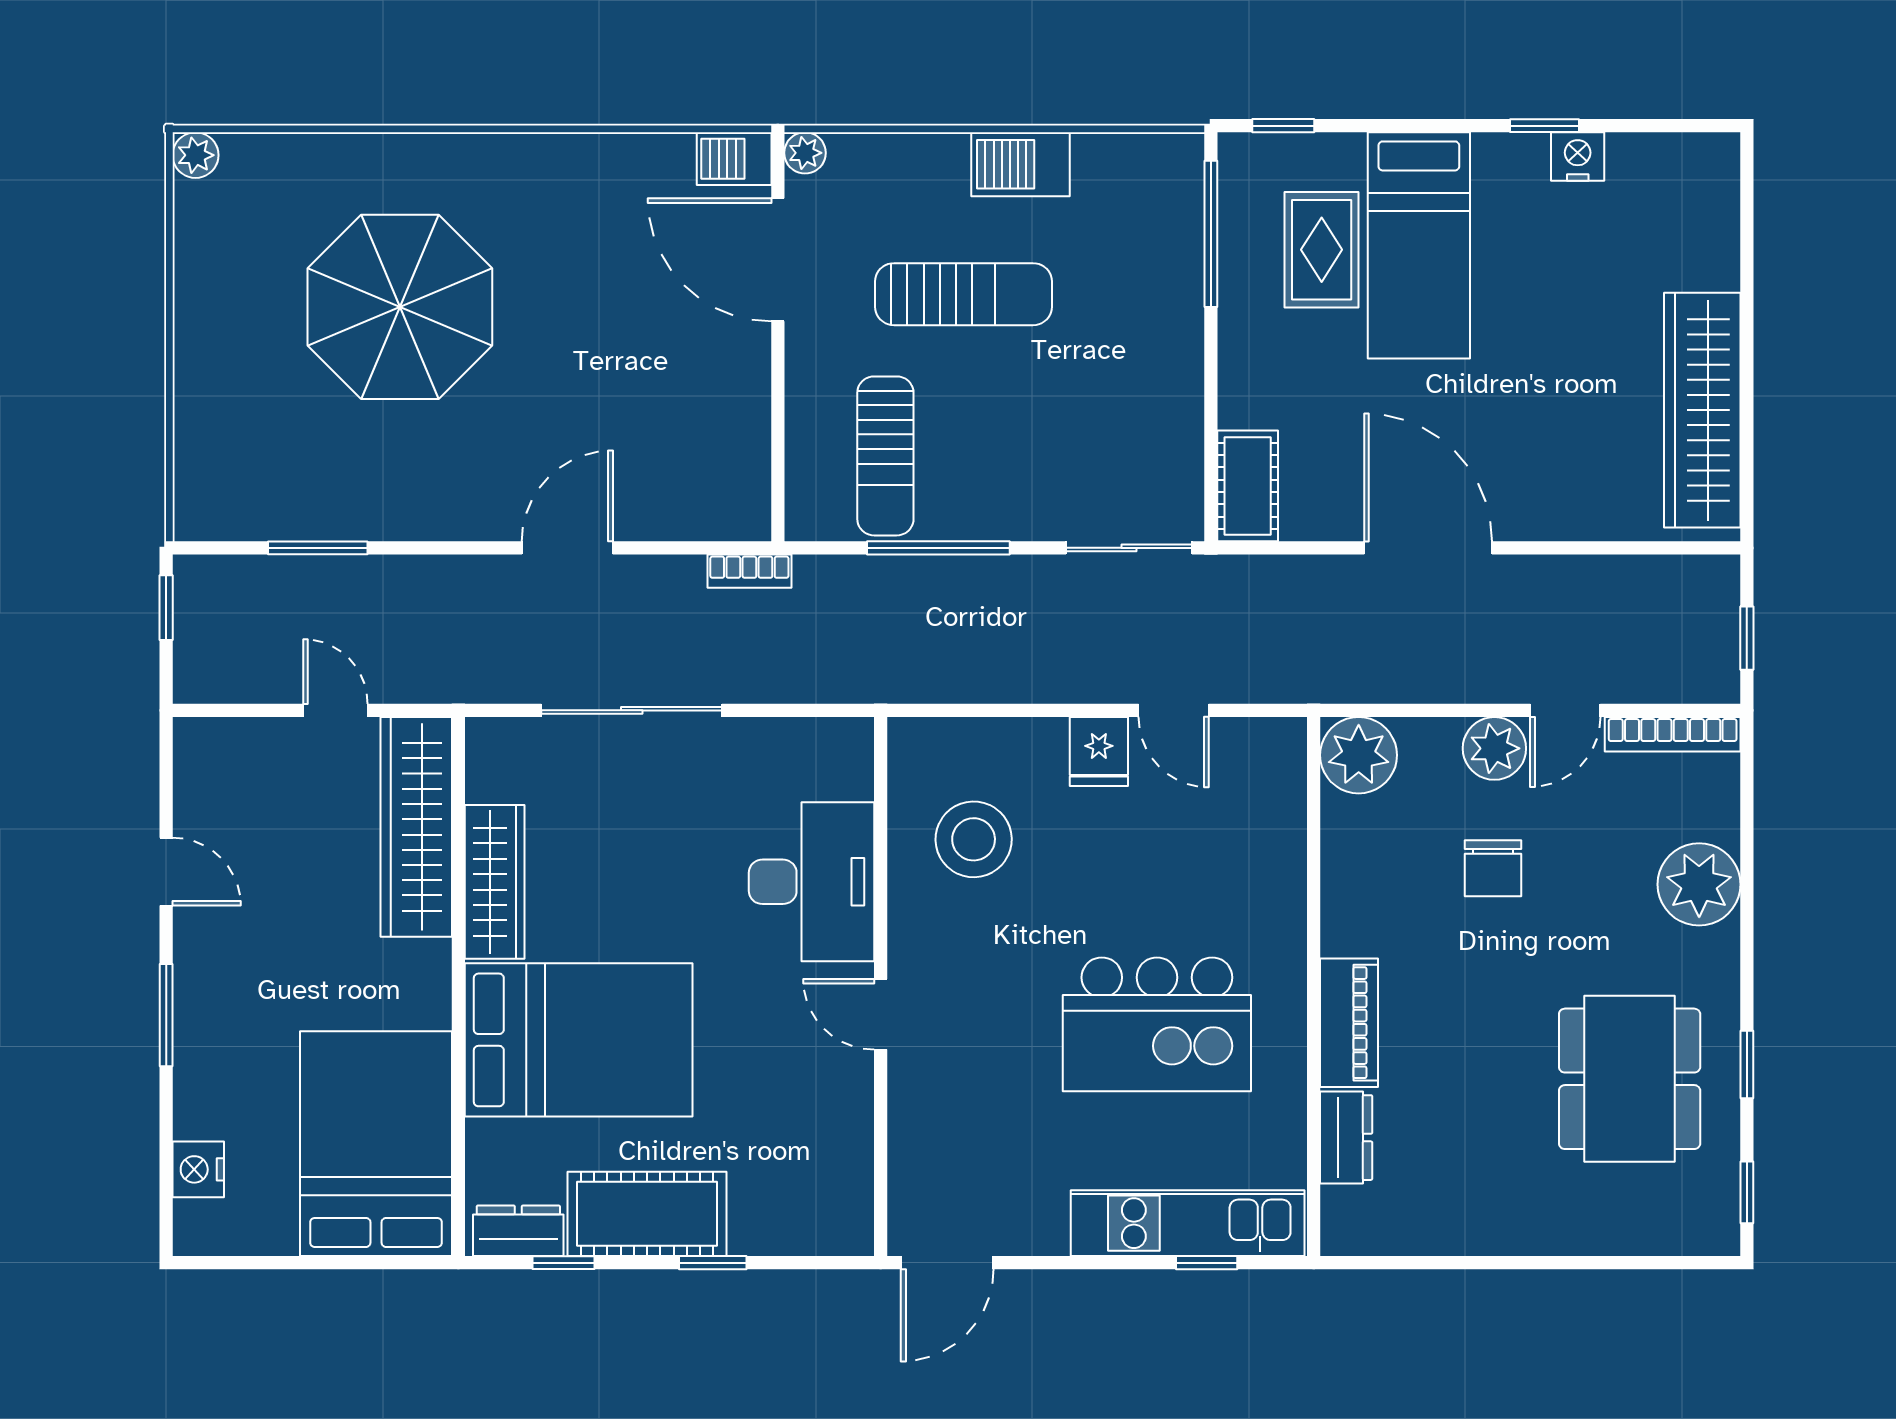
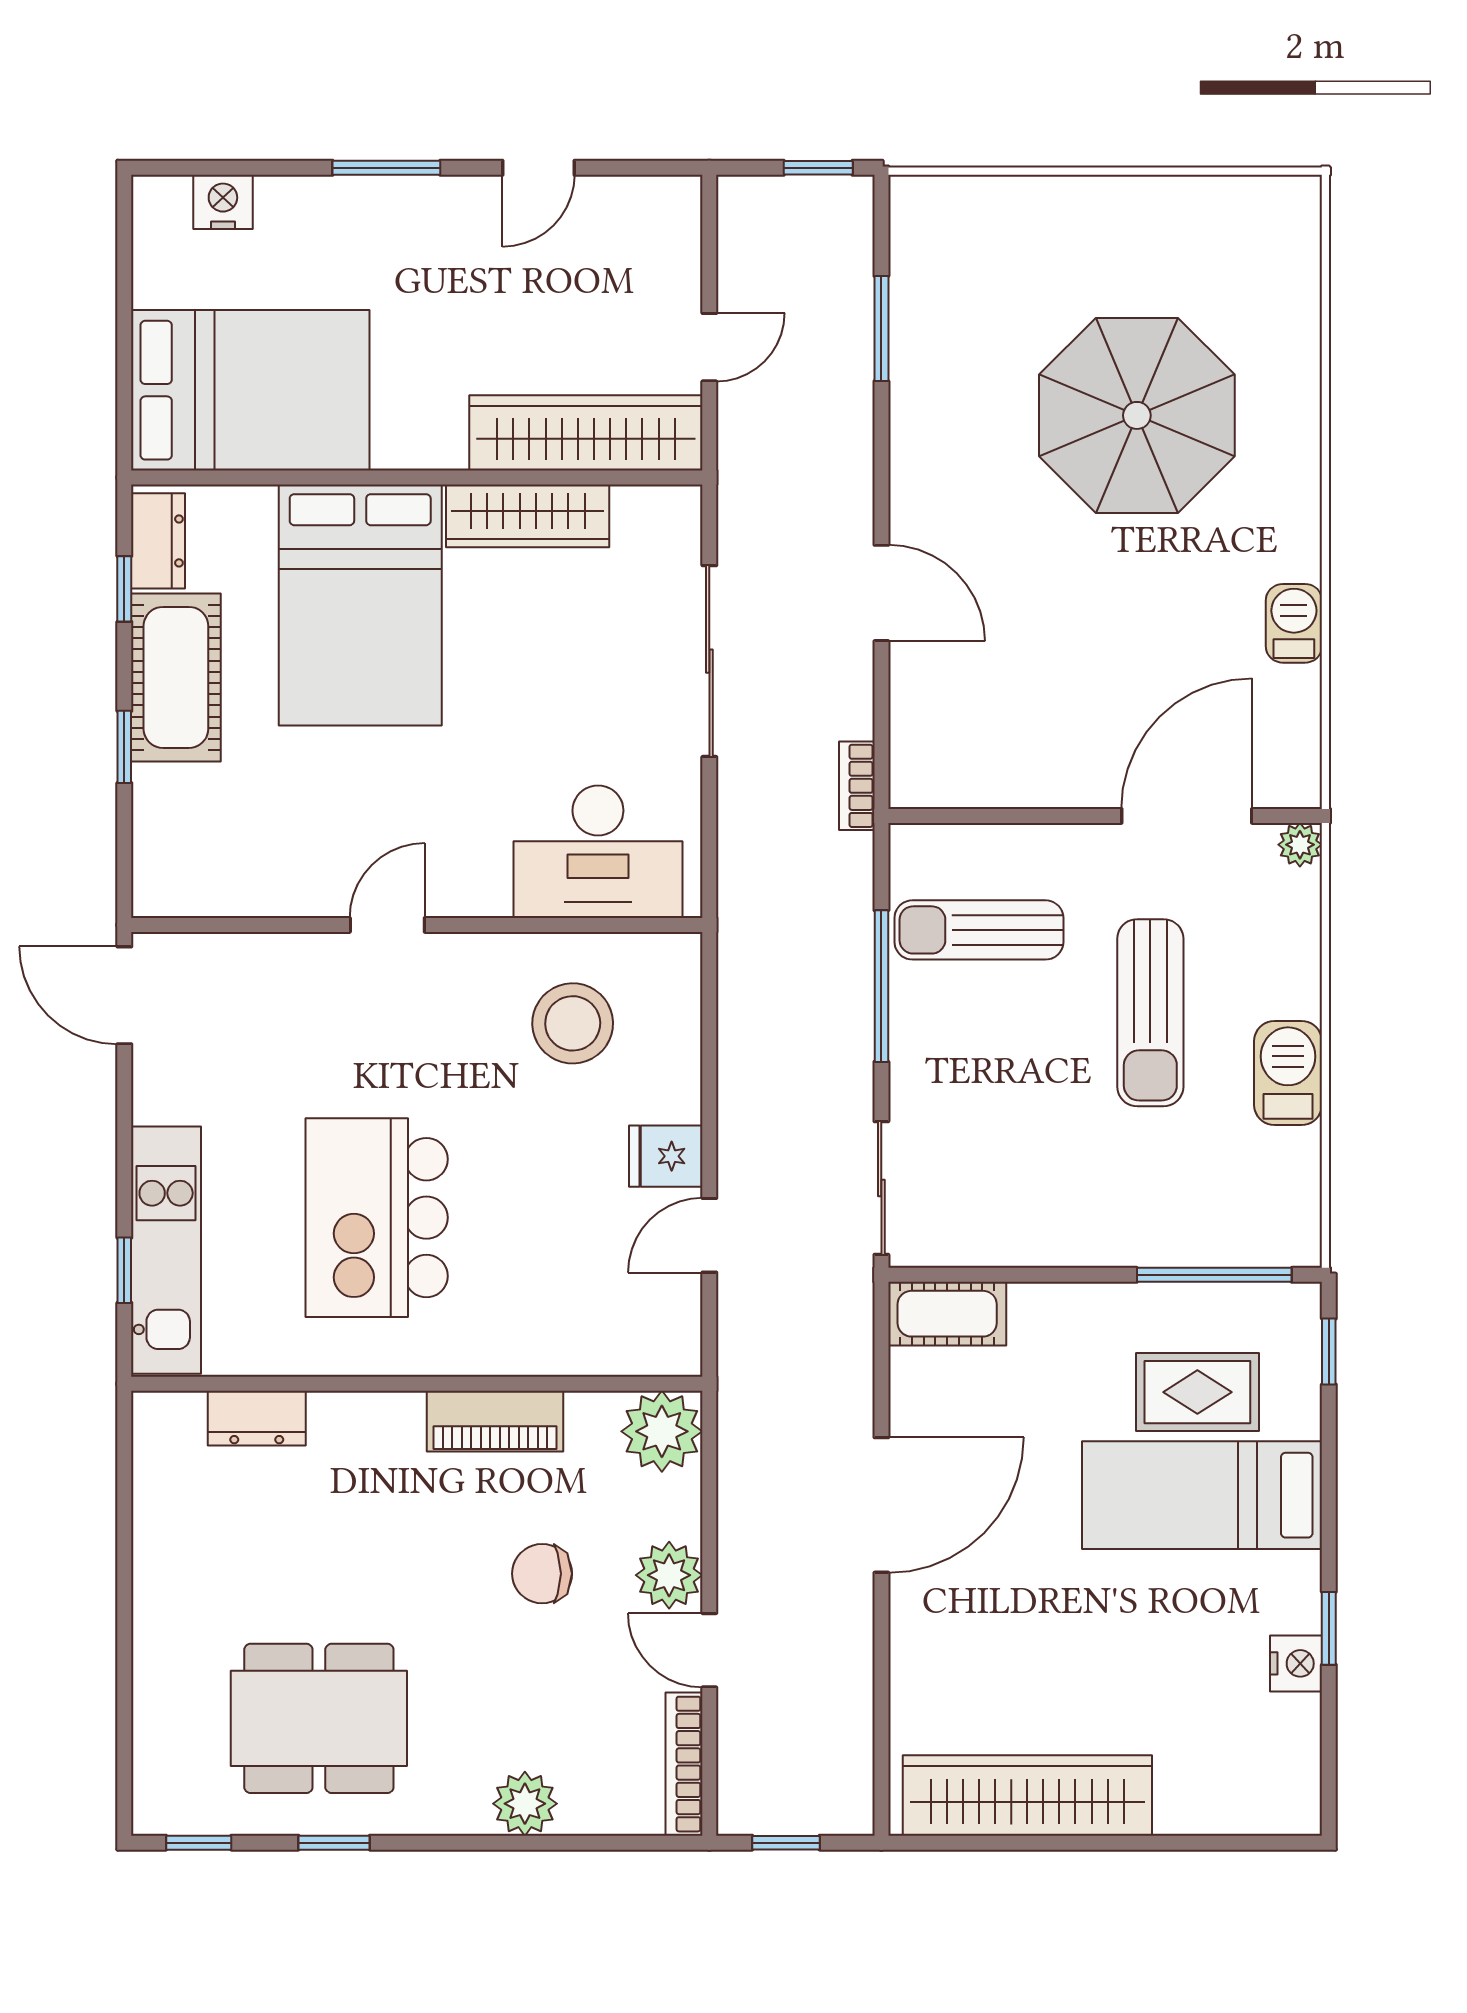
plant: (196, 155) -> (1298, 199), removed
barbecue: (734, 159) -> (1294, 623), moved
desk: (812, 882) -> (598, 852), moved
plant: (1699, 884) -> (525, 1804), width x0.73, depth x0.73
piano: (1349, 1023) -> (495, 1421), moved

